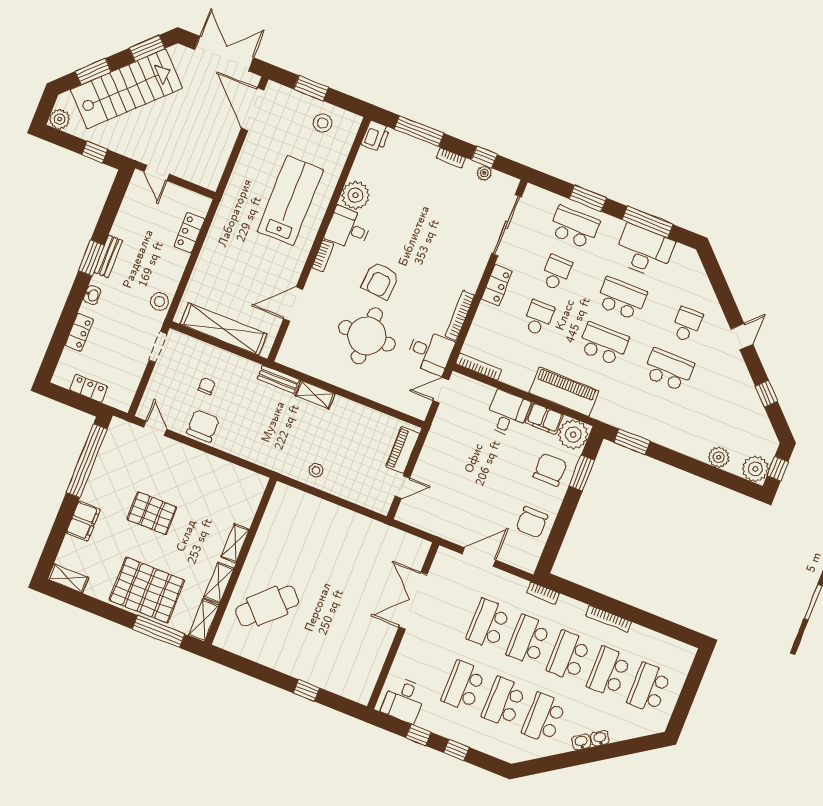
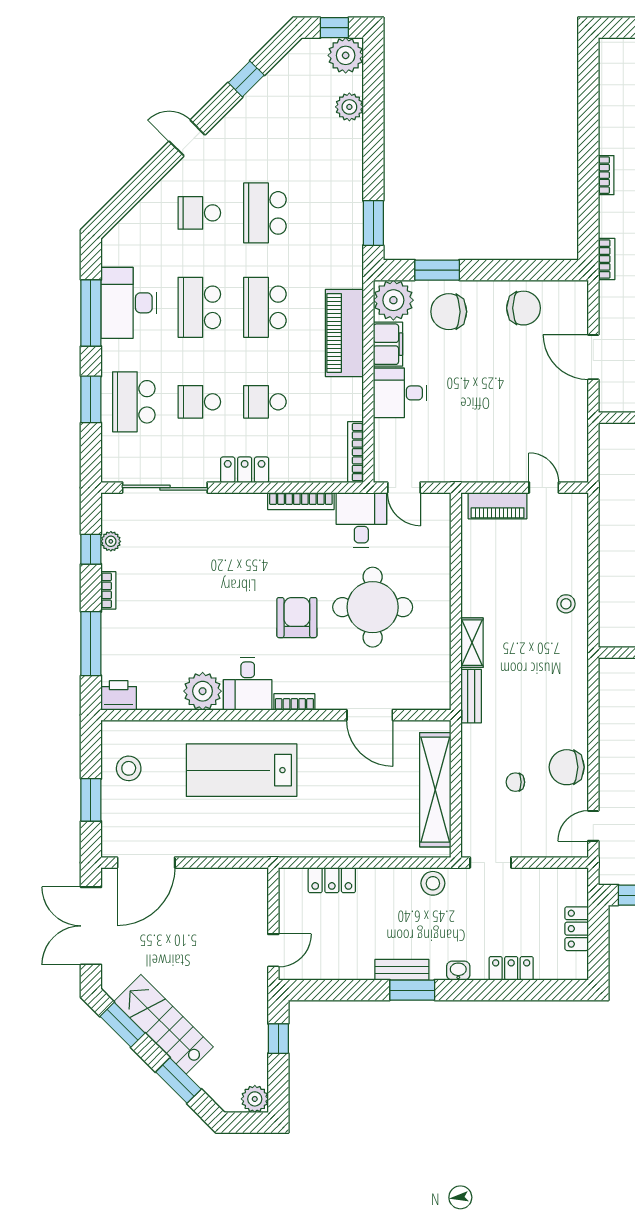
stairs: (126, 89) -> (164, 1024), width x0.73, depth x0.66
armchair: (380, 281) -> (297, 618), turned -95
bookcase: (609, 619) -> (606, 175), width x0.64

